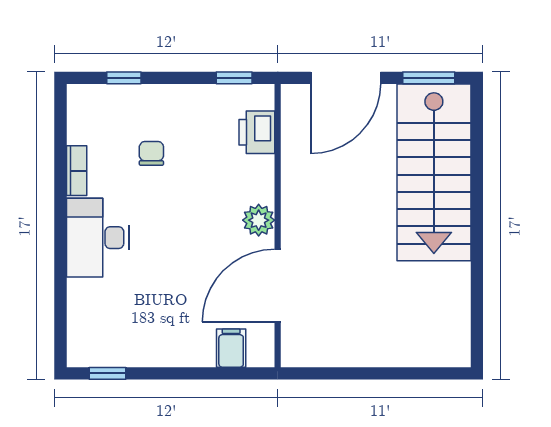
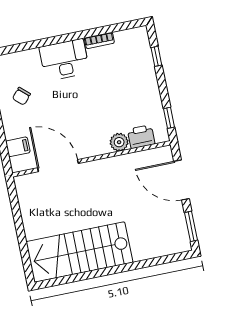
chair: (151, 153) -> (21, 96), moved, turned 132
stairs: (434, 172) -> (79, 252), moved
plant: (259, 220) -> (119, 142), moved

